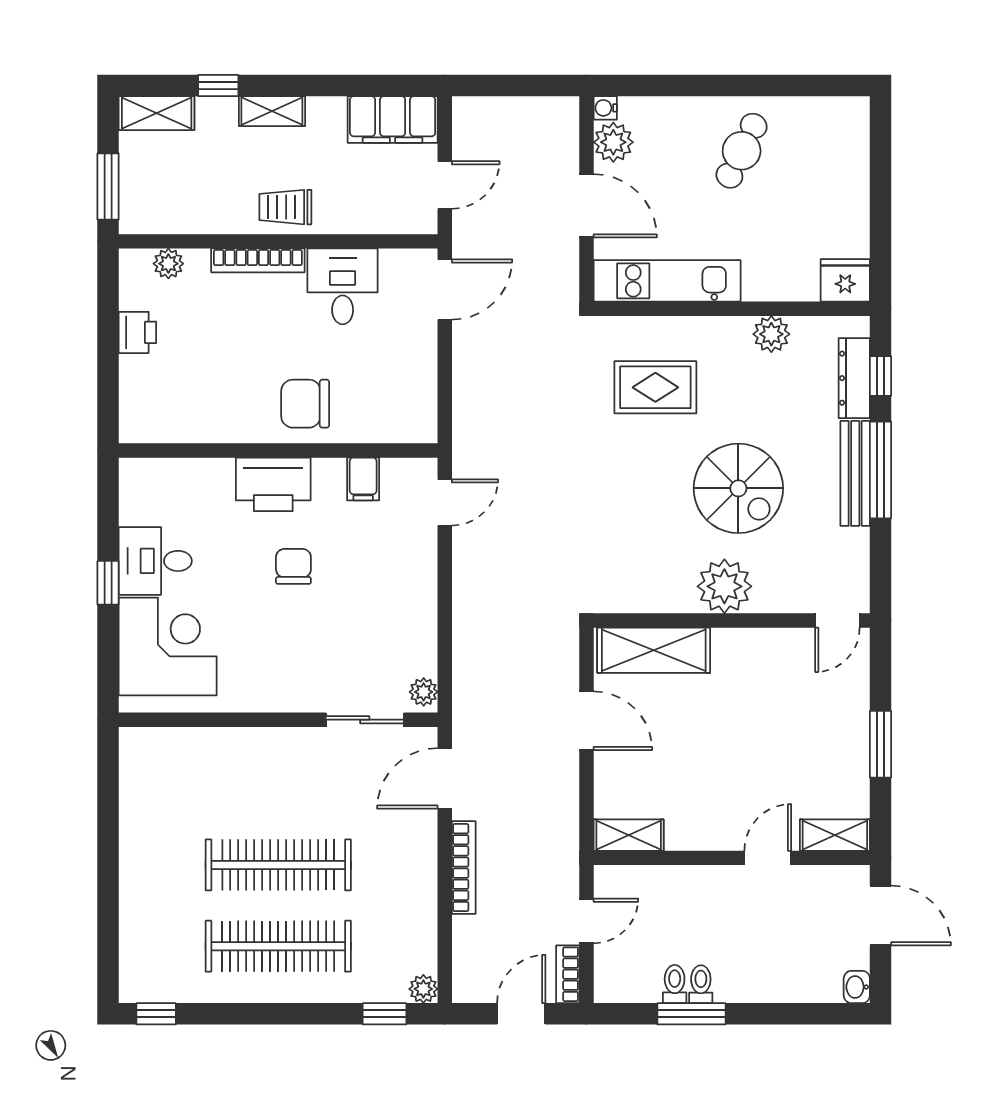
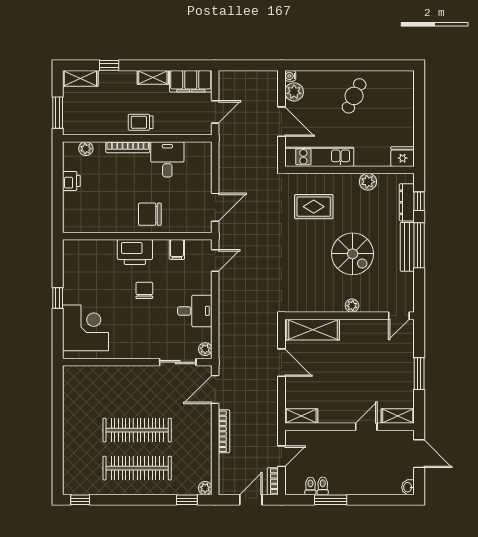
shelving: (272, 111) -> (153, 77), moved
door: (445, 290) -> (215, 207), moved
desk: (155, 561) -> (195, 311), moved, turned 180
plant: (724, 586) -> (352, 306), width x0.53, depth x0.53
toilet: (701, 984) -> (310, 486), moved

